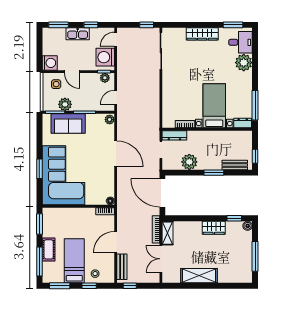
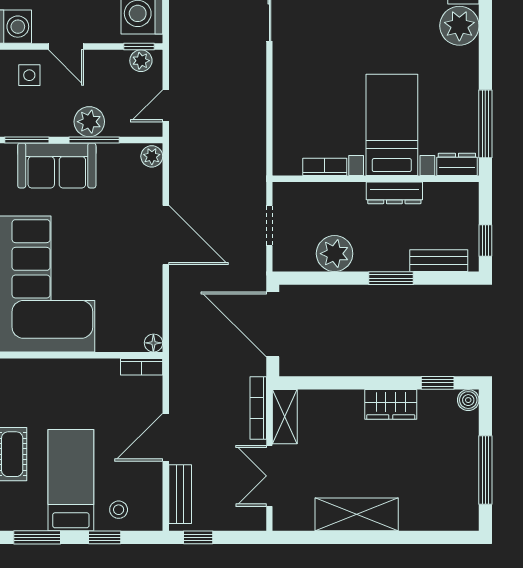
plant: (65, 104) -> (89, 122), moved
dresser: (174, 135) -> (394, 193), moved

